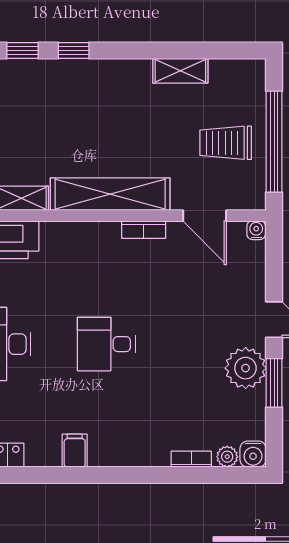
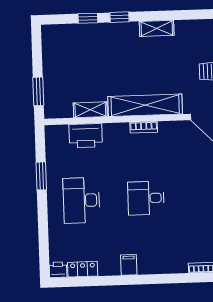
shelving: (180, 71) -> (157, 28), moved
bookcase: (144, 230) -> (144, 127), moved

